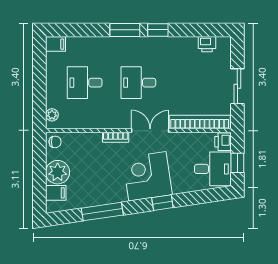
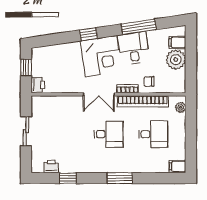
window: (158, 30) -> (68, 178), moved
bookcase: (200, 122) -> (143, 101), moved
chair: (55, 142) -> (149, 82), moved
desk: (213, 169) -> (134, 48), moved, turned 82

